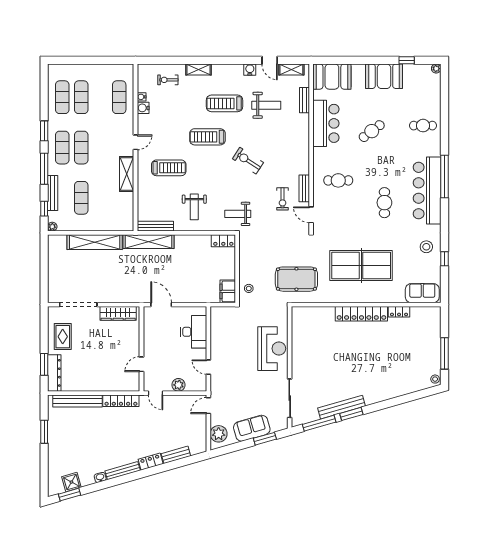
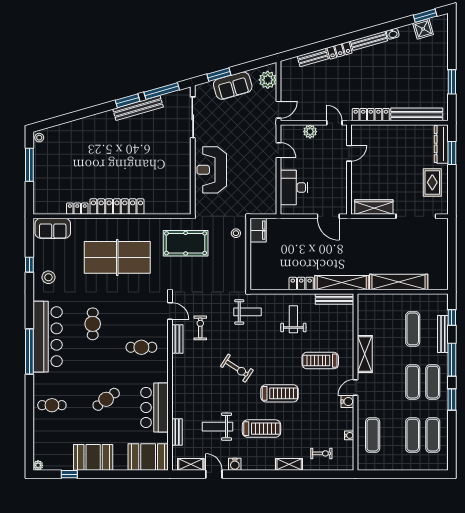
water cooler: (143, 108) -> (347, 401), moved
plant: (52, 227) -> (443, 299), removed
locker: (223, 241) -> (301, 284), moved

